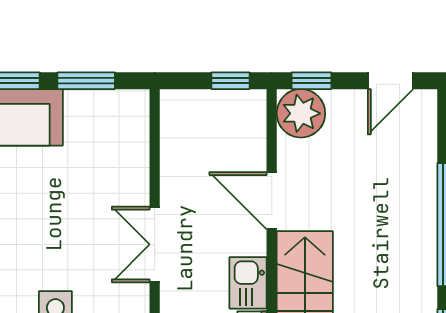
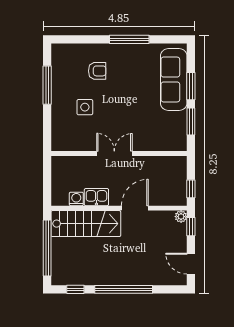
plant: (301, 113) -> (181, 217), width x0.53, depth x0.53

